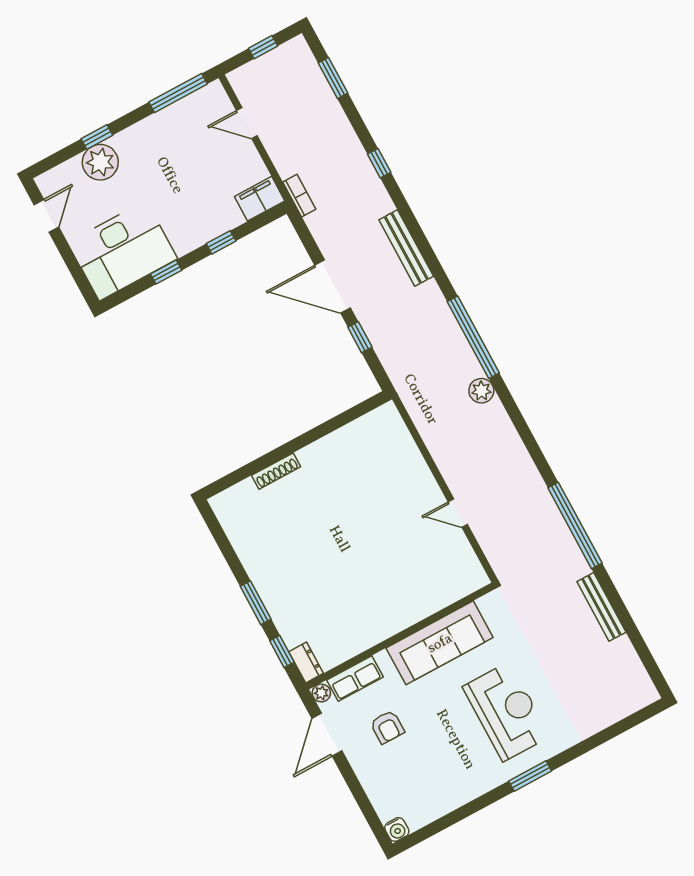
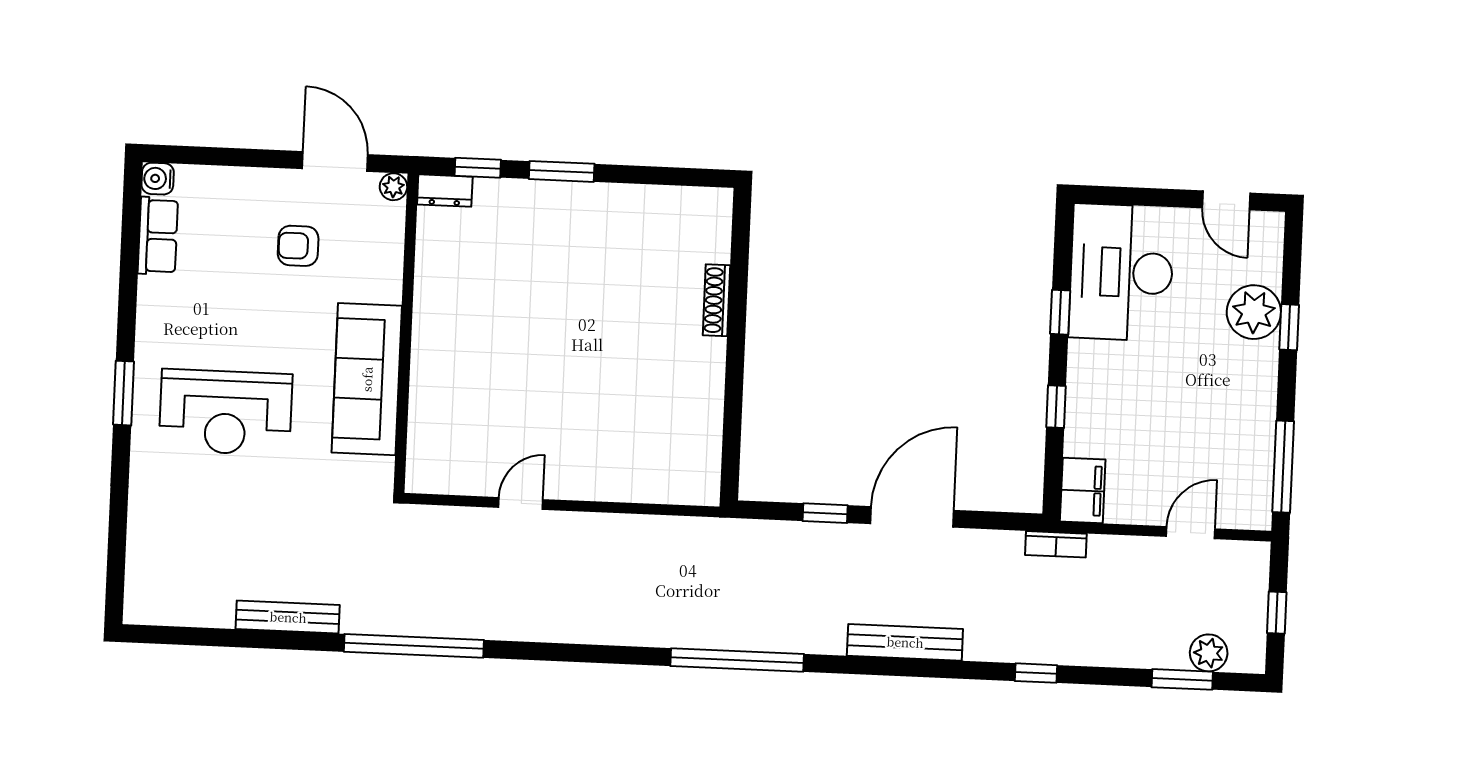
plant: (481, 391) -> (1209, 653), moved
row of seats: (355, 678) -> (158, 236), moved, turned 180

